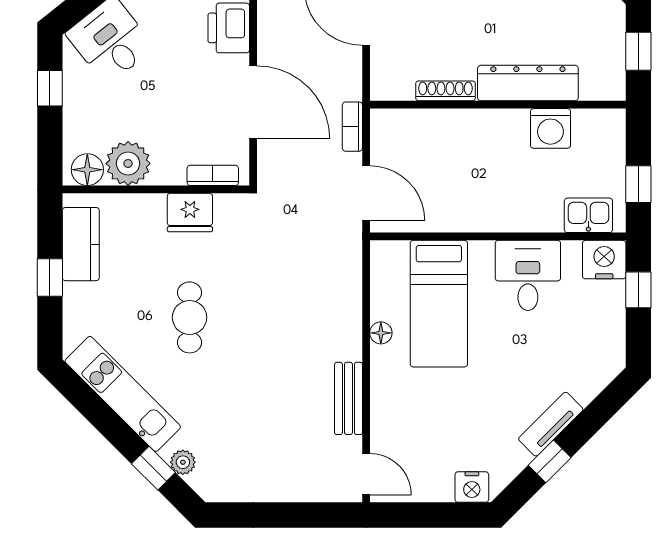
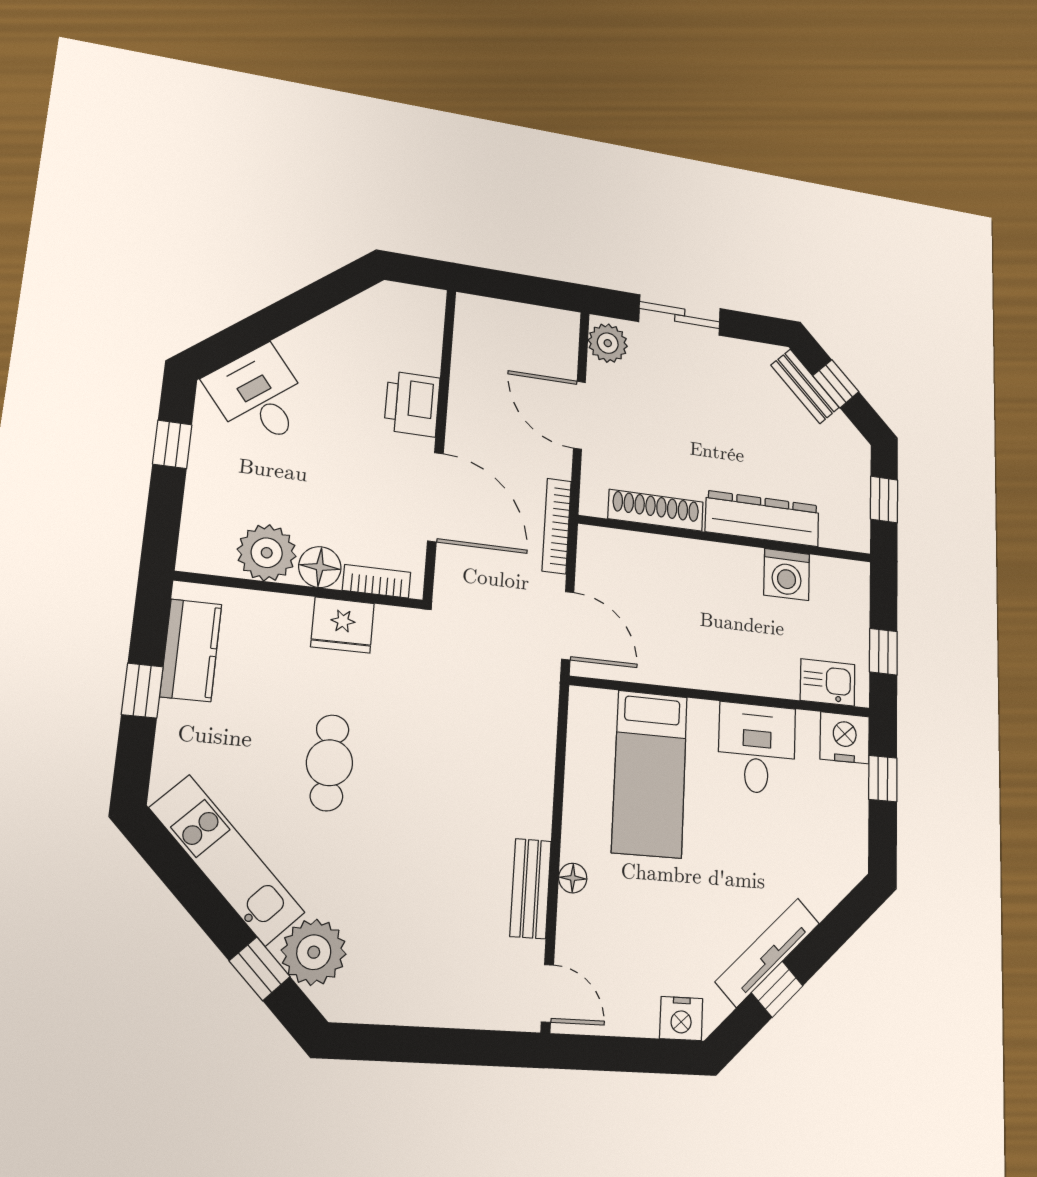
shoe rack: (445, 91) -> (656, 510), width x1.36, depth x1.24
bookcase: (352, 127) -> (557, 526), width x1.56
floor lamp: (87, 170) -> (320, 567), moved
floor lamp: (381, 333) -> (573, 878), moved
tv unit: (551, 424) -> (768, 952), width x1.41
plant: (183, 462) -> (314, 952), width x1.87, depth x1.87

